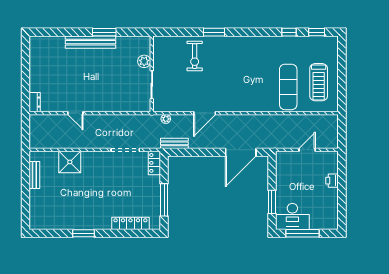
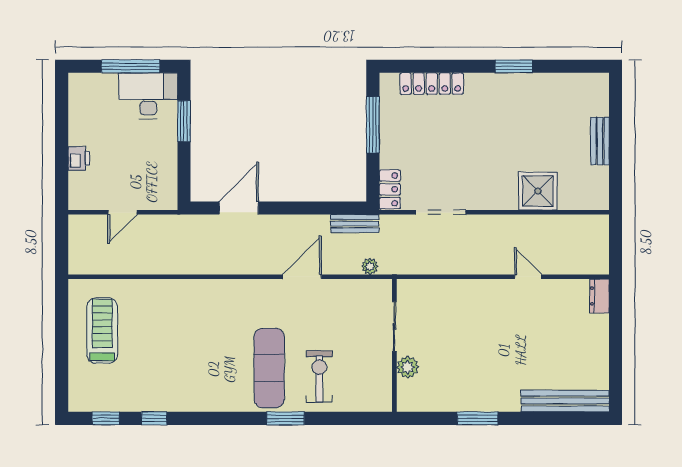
bench: (90, 42) -> (565, 401), moved
exercise mat: (288, 87) -> (269, 368), moved
door: (241, 152) -> (239, 208), width x0.73
bench: (34, 175) -> (600, 141), moved

